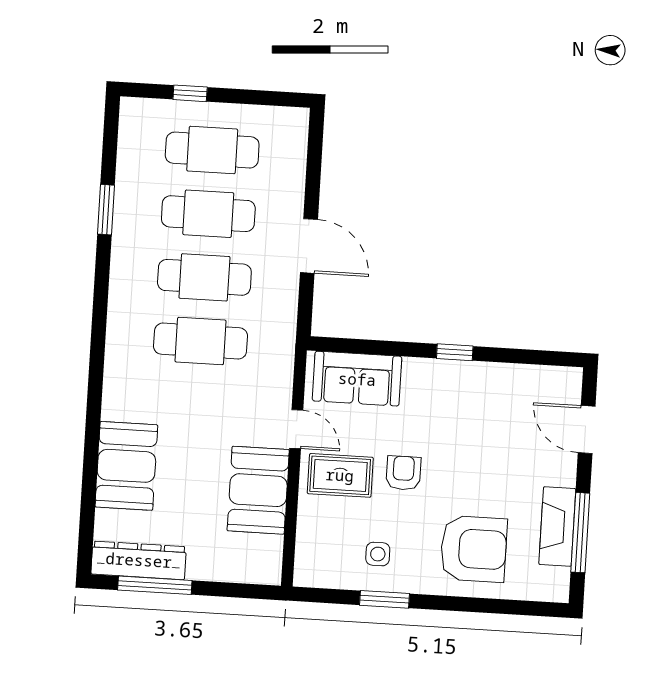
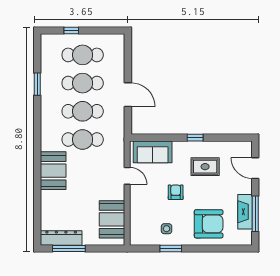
booth: (126, 466) -> (53, 171), moved
rug: (340, 475) -> (205, 167), moved
booth: (258, 490) -> (112, 219), moved

